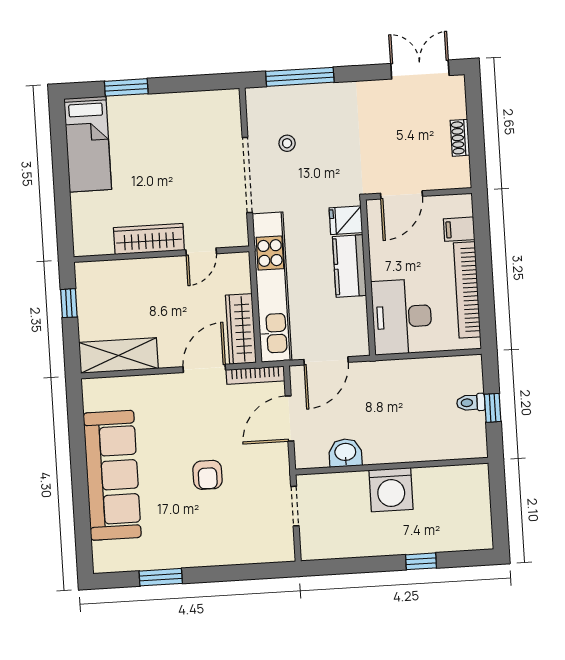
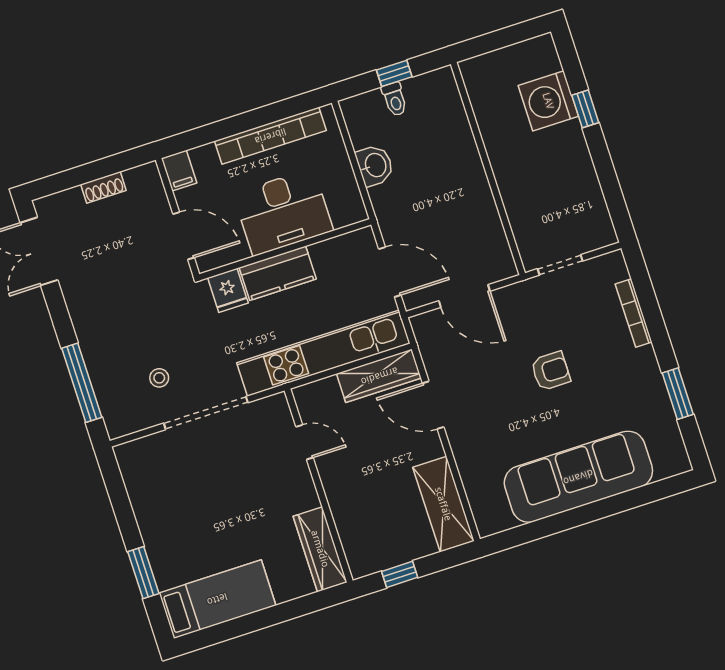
filing cabinet: (459, 229) -> (179, 171), moved
wardrobe: (149, 239) -> (320, 549), moved
desk: (402, 317) -> (283, 212), moved
bookcase: (255, 375) -> (634, 313), moved, turned 180
washbasin: (345, 453) -> (375, 165), moved, turned 180
washing machine: (391, 490) -> (548, 101), moved, turned 180

